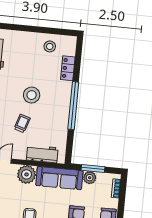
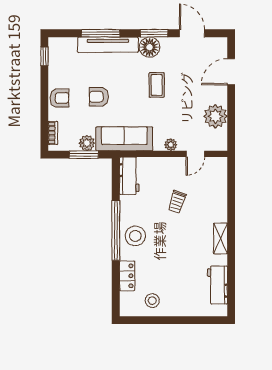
stool: (32, 95) -> (135, 236), moved
workbench: (42, 154) -> (129, 176), moved, turned -90
plant: (27, 174) -> (171, 145), width x0.53, depth x0.53

